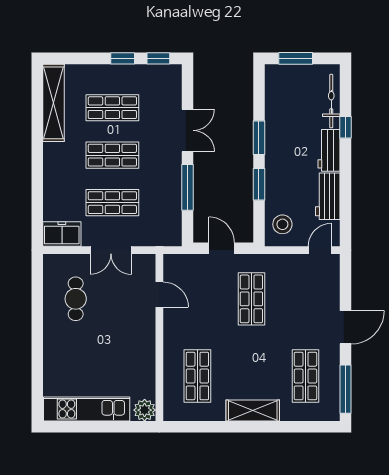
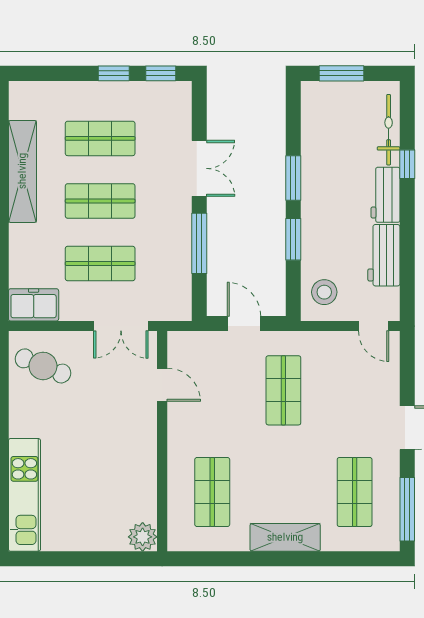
shelving: (53, 103) -> (22, 171), moved
double door: (111, 250) -> (121, 326), moved
door: (320, 250) -> (374, 326), swing flipped
cafe table: (76, 299) -> (43, 366), moved, turned -68
kitchen unit: (87, 409) -> (24, 495), moved, turned 90

